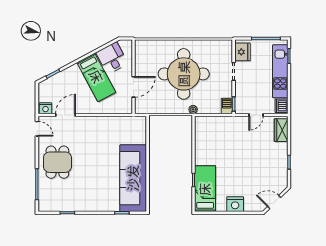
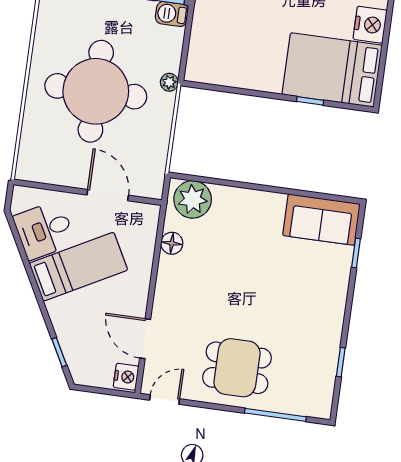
floor lamp: (114, 122) -> (172, 243), added
plant: (137, 129) -> (193, 199), added
sofa: (133, 178) -> (321, 220), width x0.54, depth x0.79
bed: (205, 189) -> (332, 70), width x1.50

